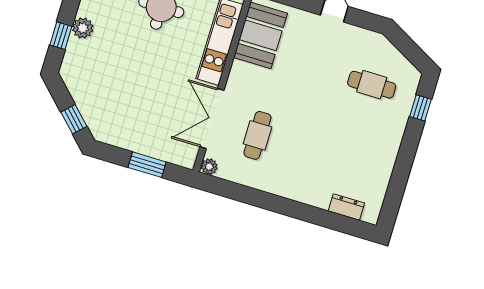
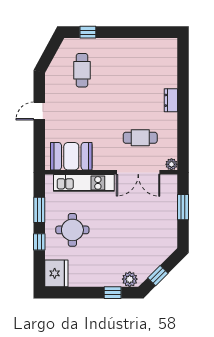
plant: (83, 28) -> (130, 279), moved
window: (74, 119) -> (158, 276), moved
dresser: (346, 207) -> (171, 100), moved

